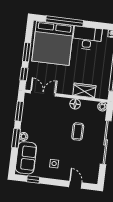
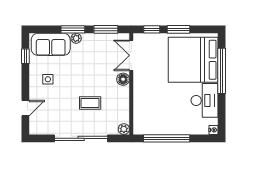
wardrobe: (84, 90) -> (141, 105), removed
double door: (43, 93) -> (131, 55), swing flipped
floor lamp: (75, 104) -> (123, 79), moved

